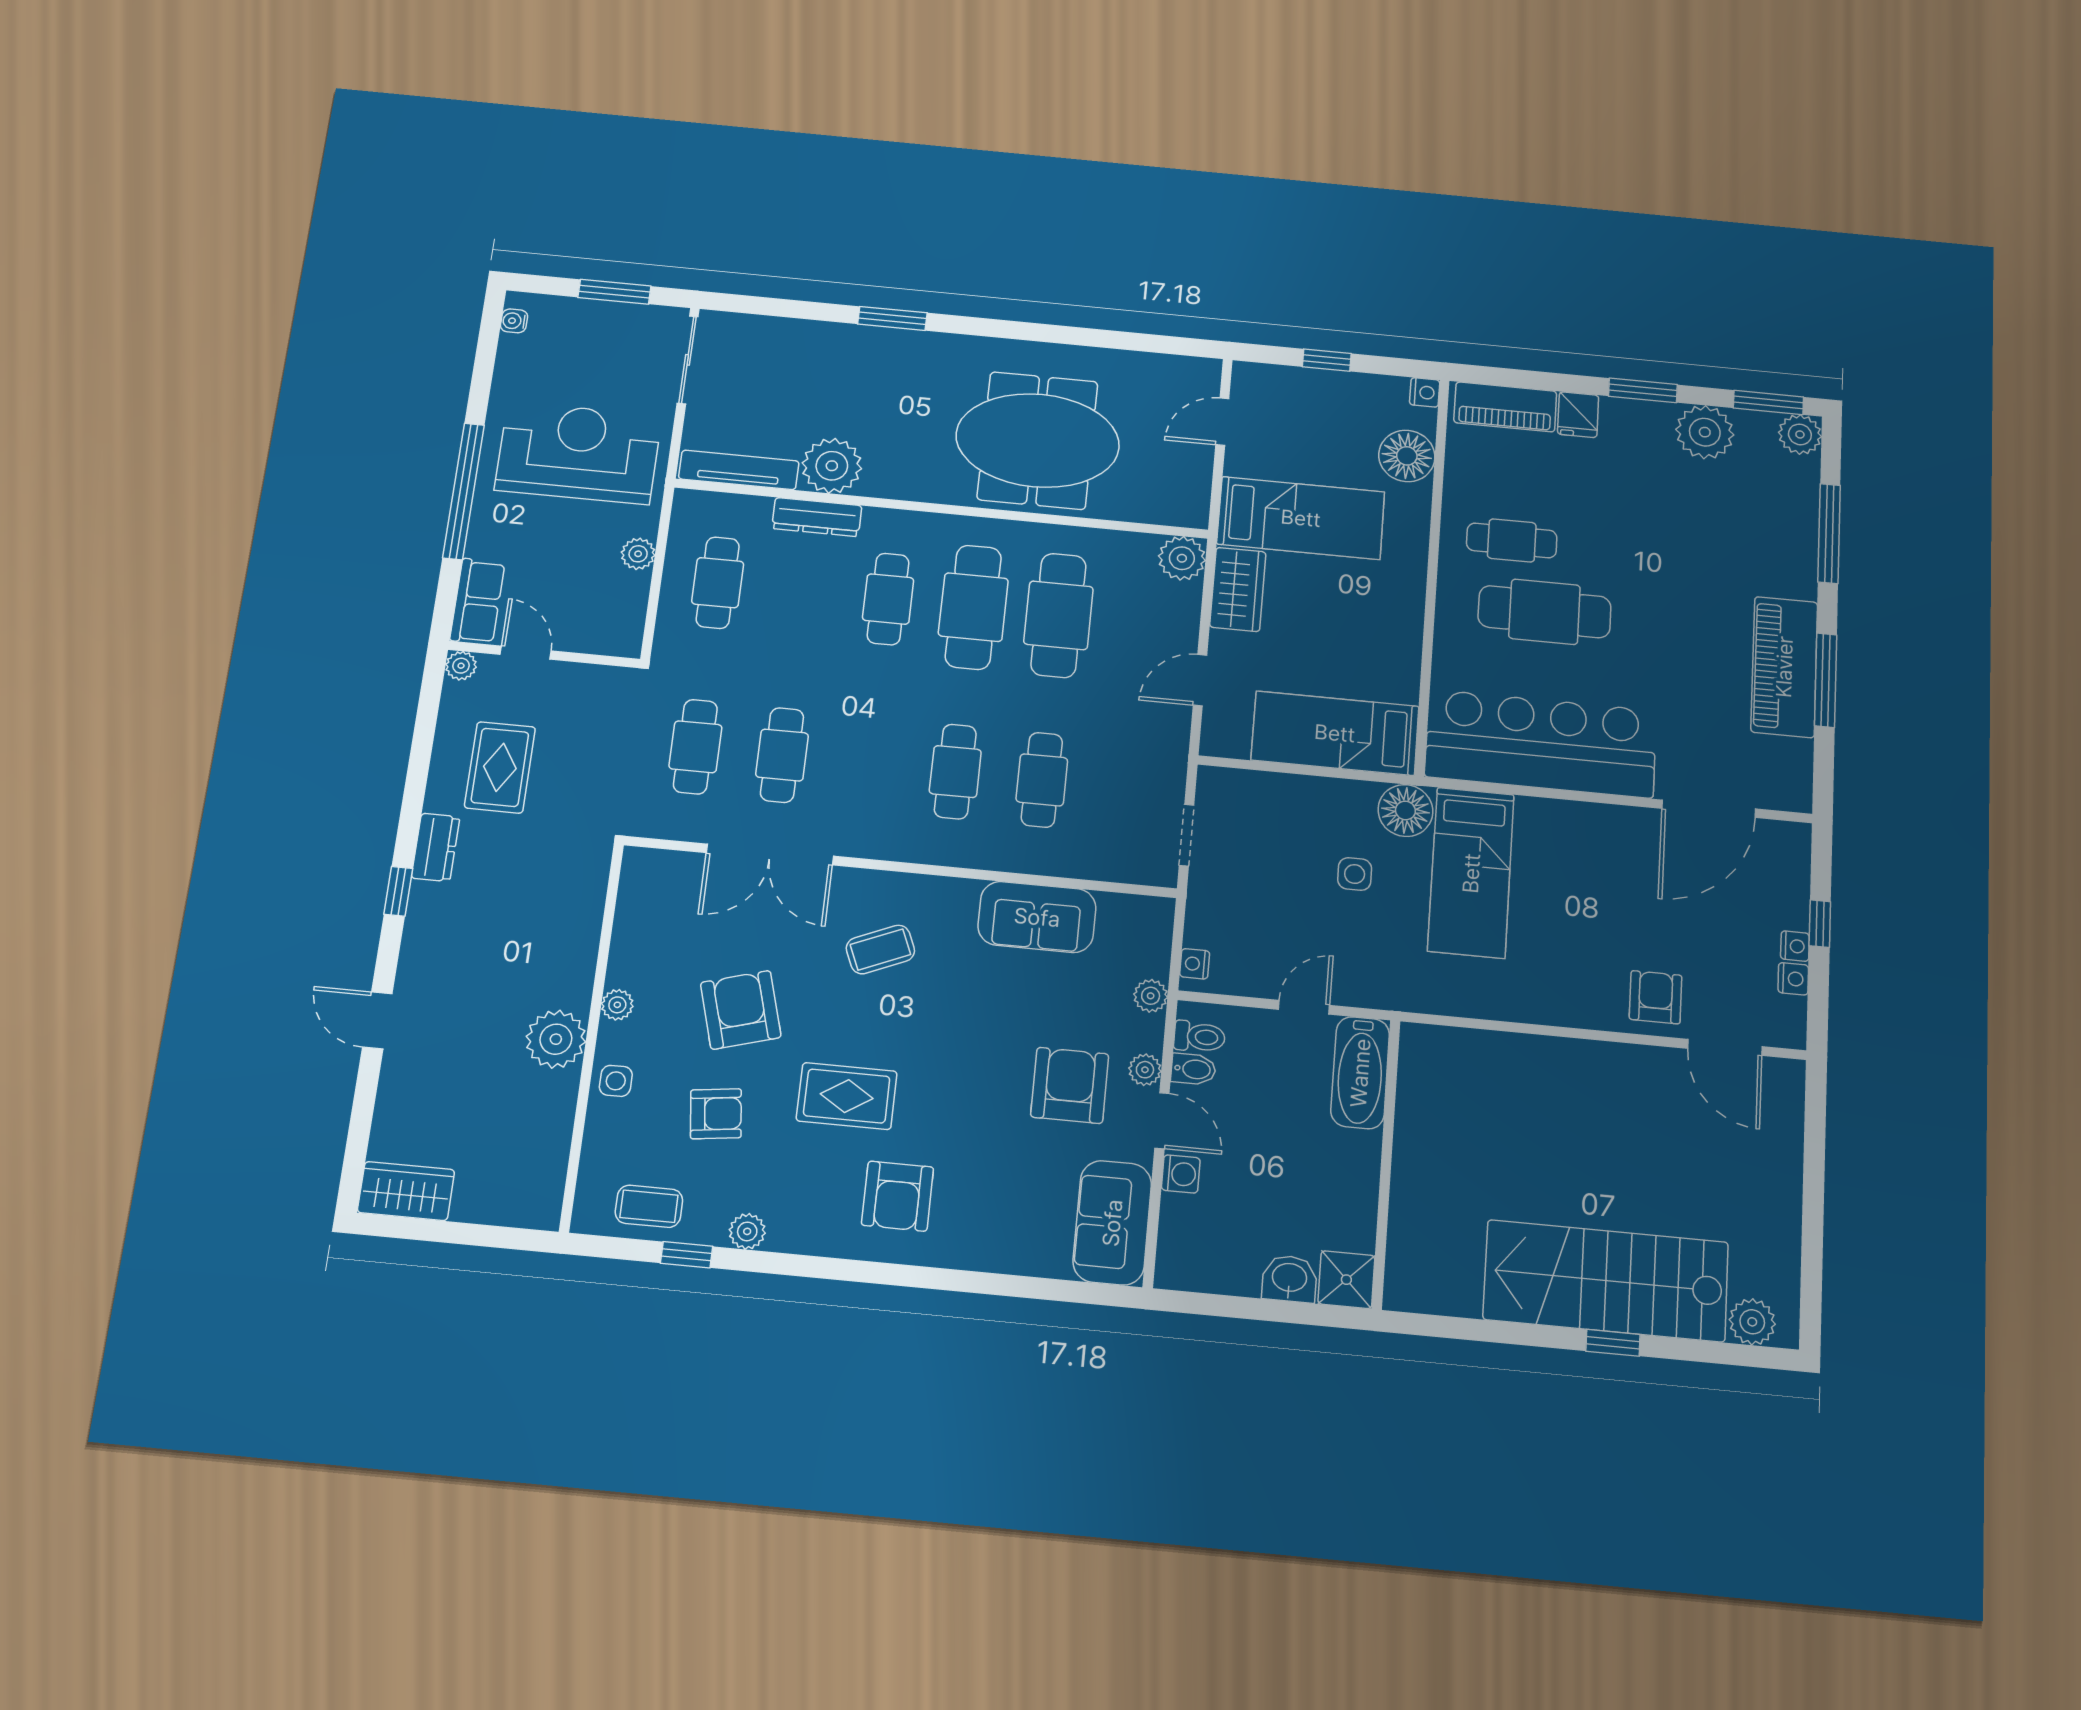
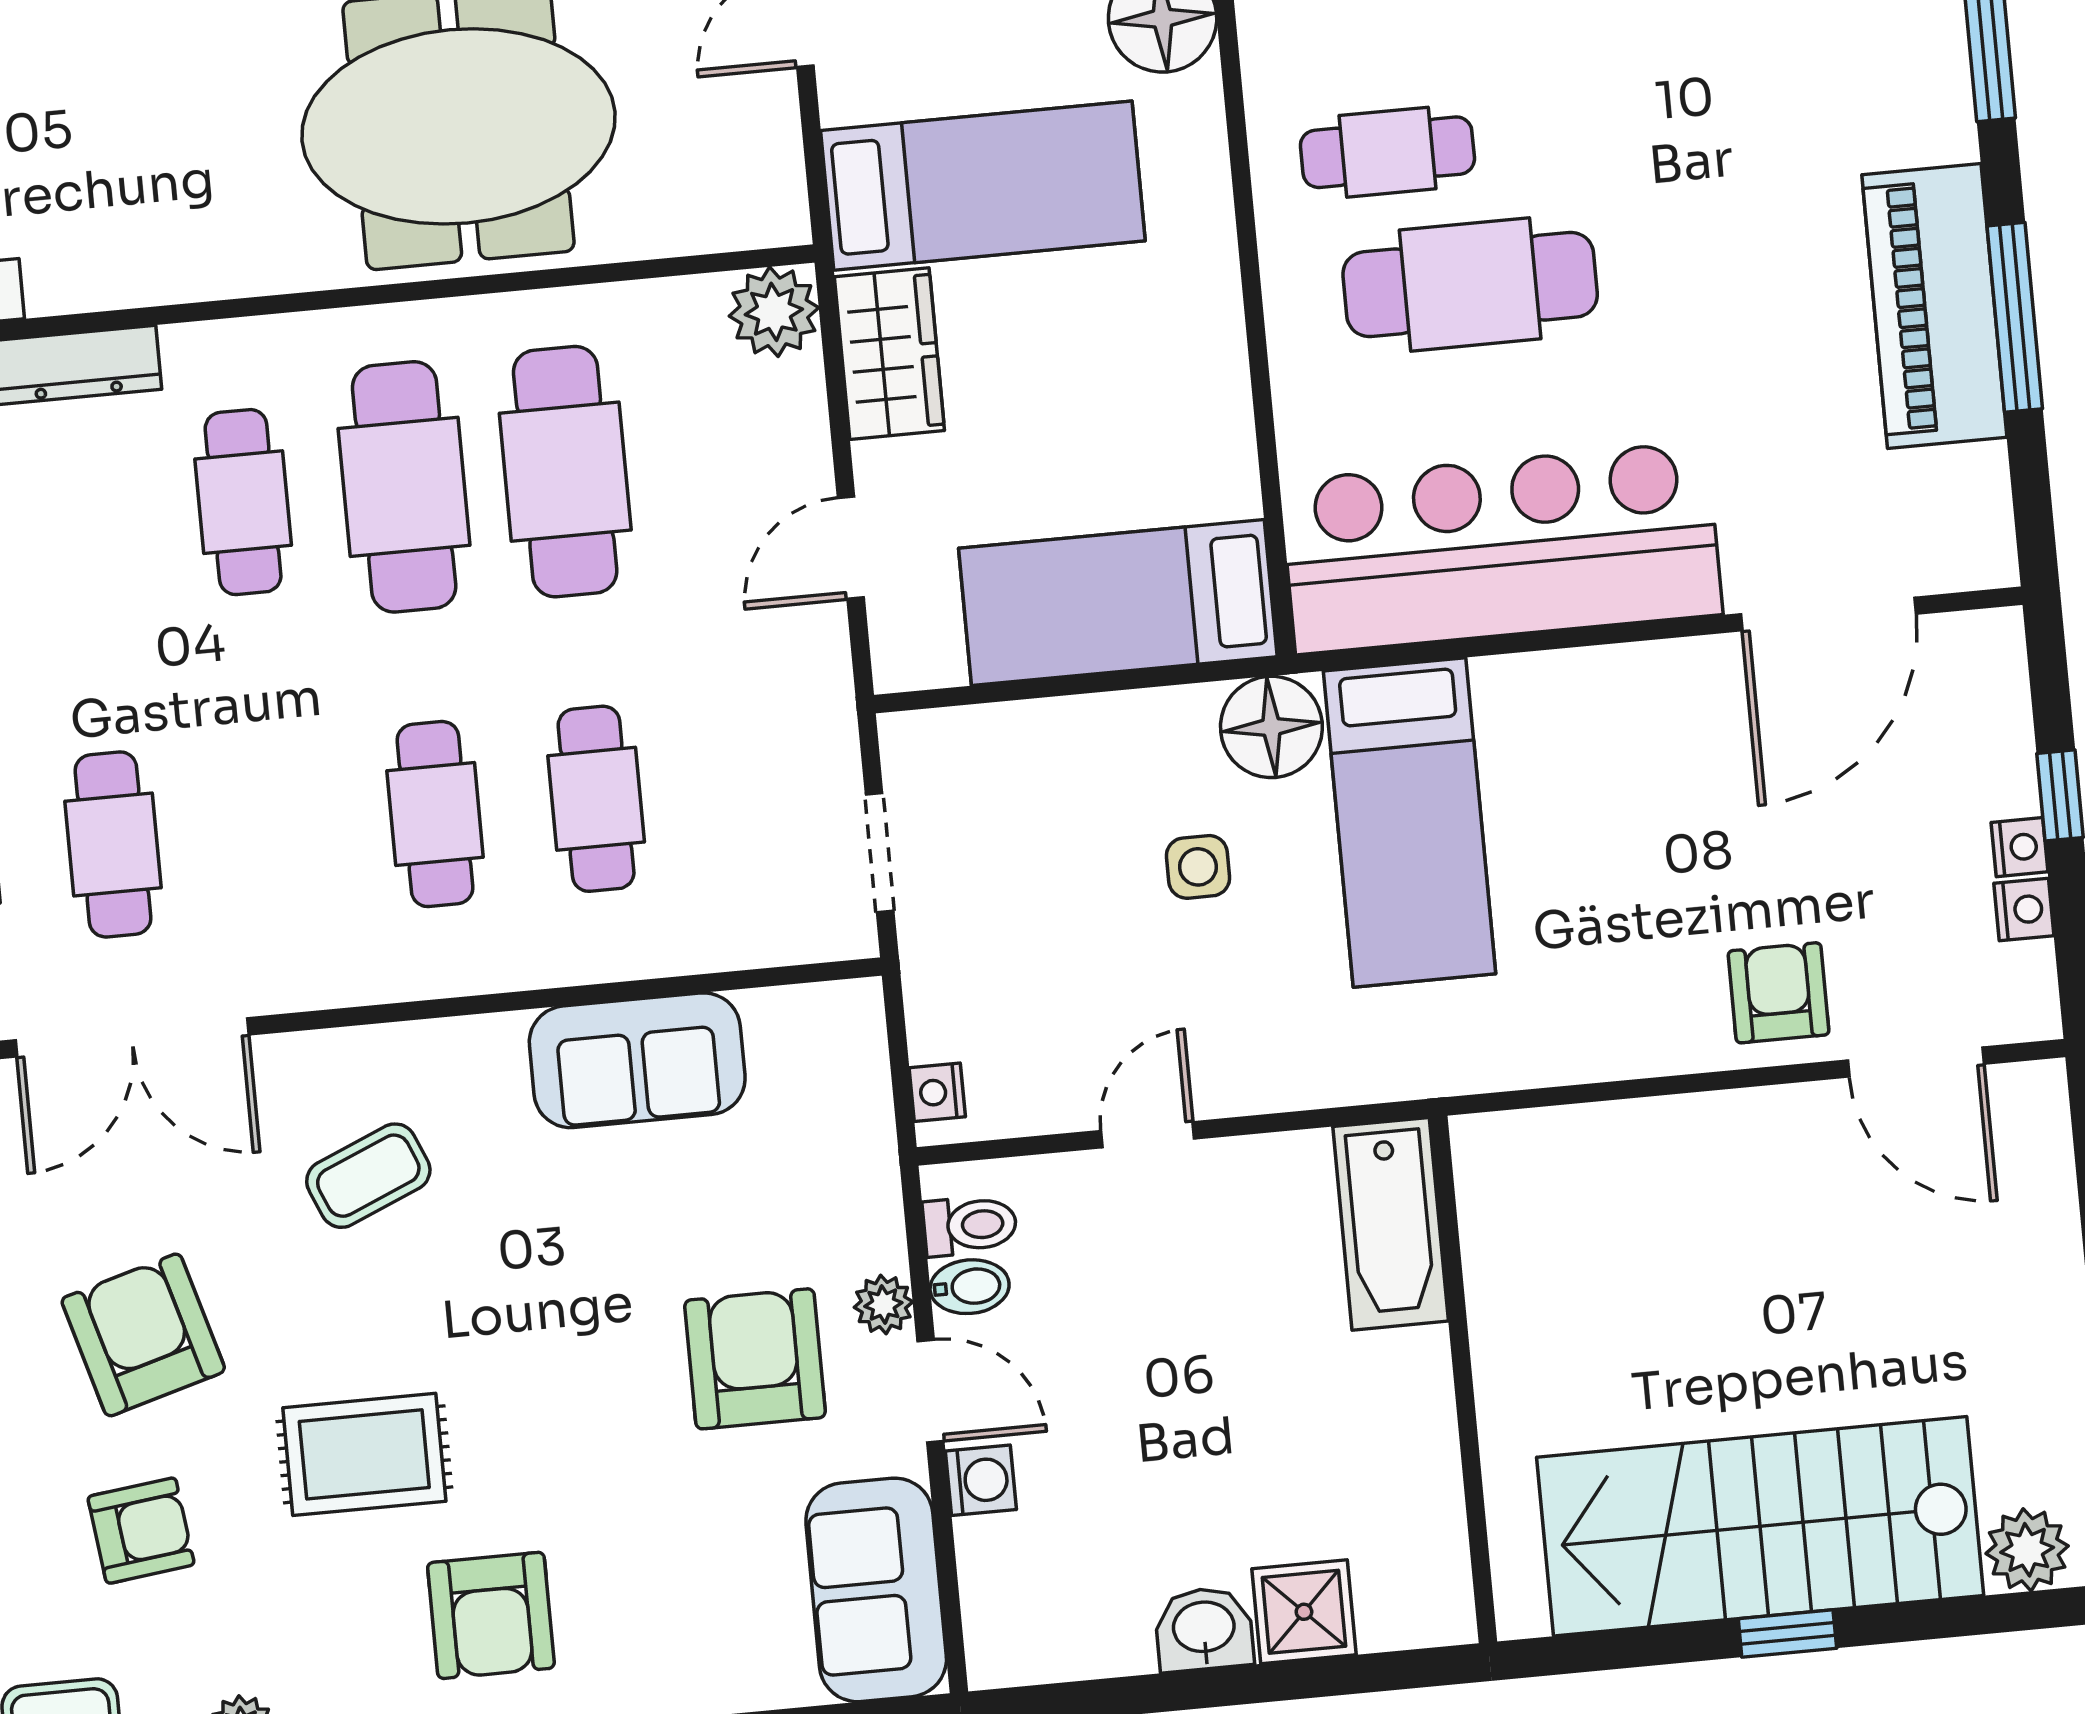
plant: (832, 466) -> (82, 256), removed
plant: (1151, 996) -> (869, 1167), removed
bathtub: (1360, 1073) -> (1391, 1224), moved
wall: (1386, 1163) -> (1463, 1379), moved

